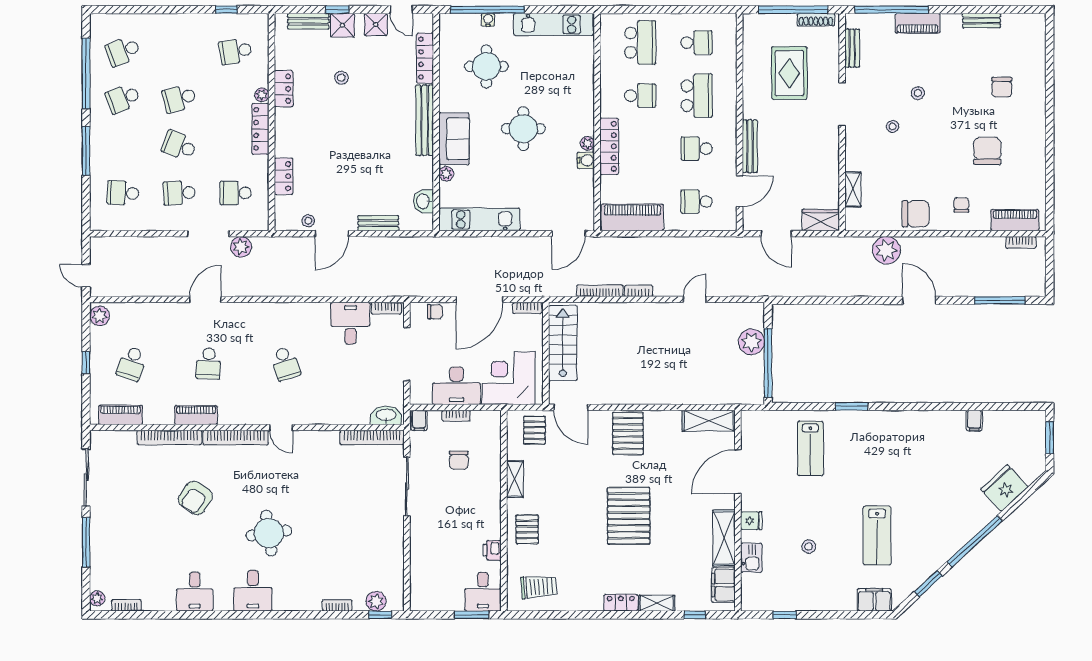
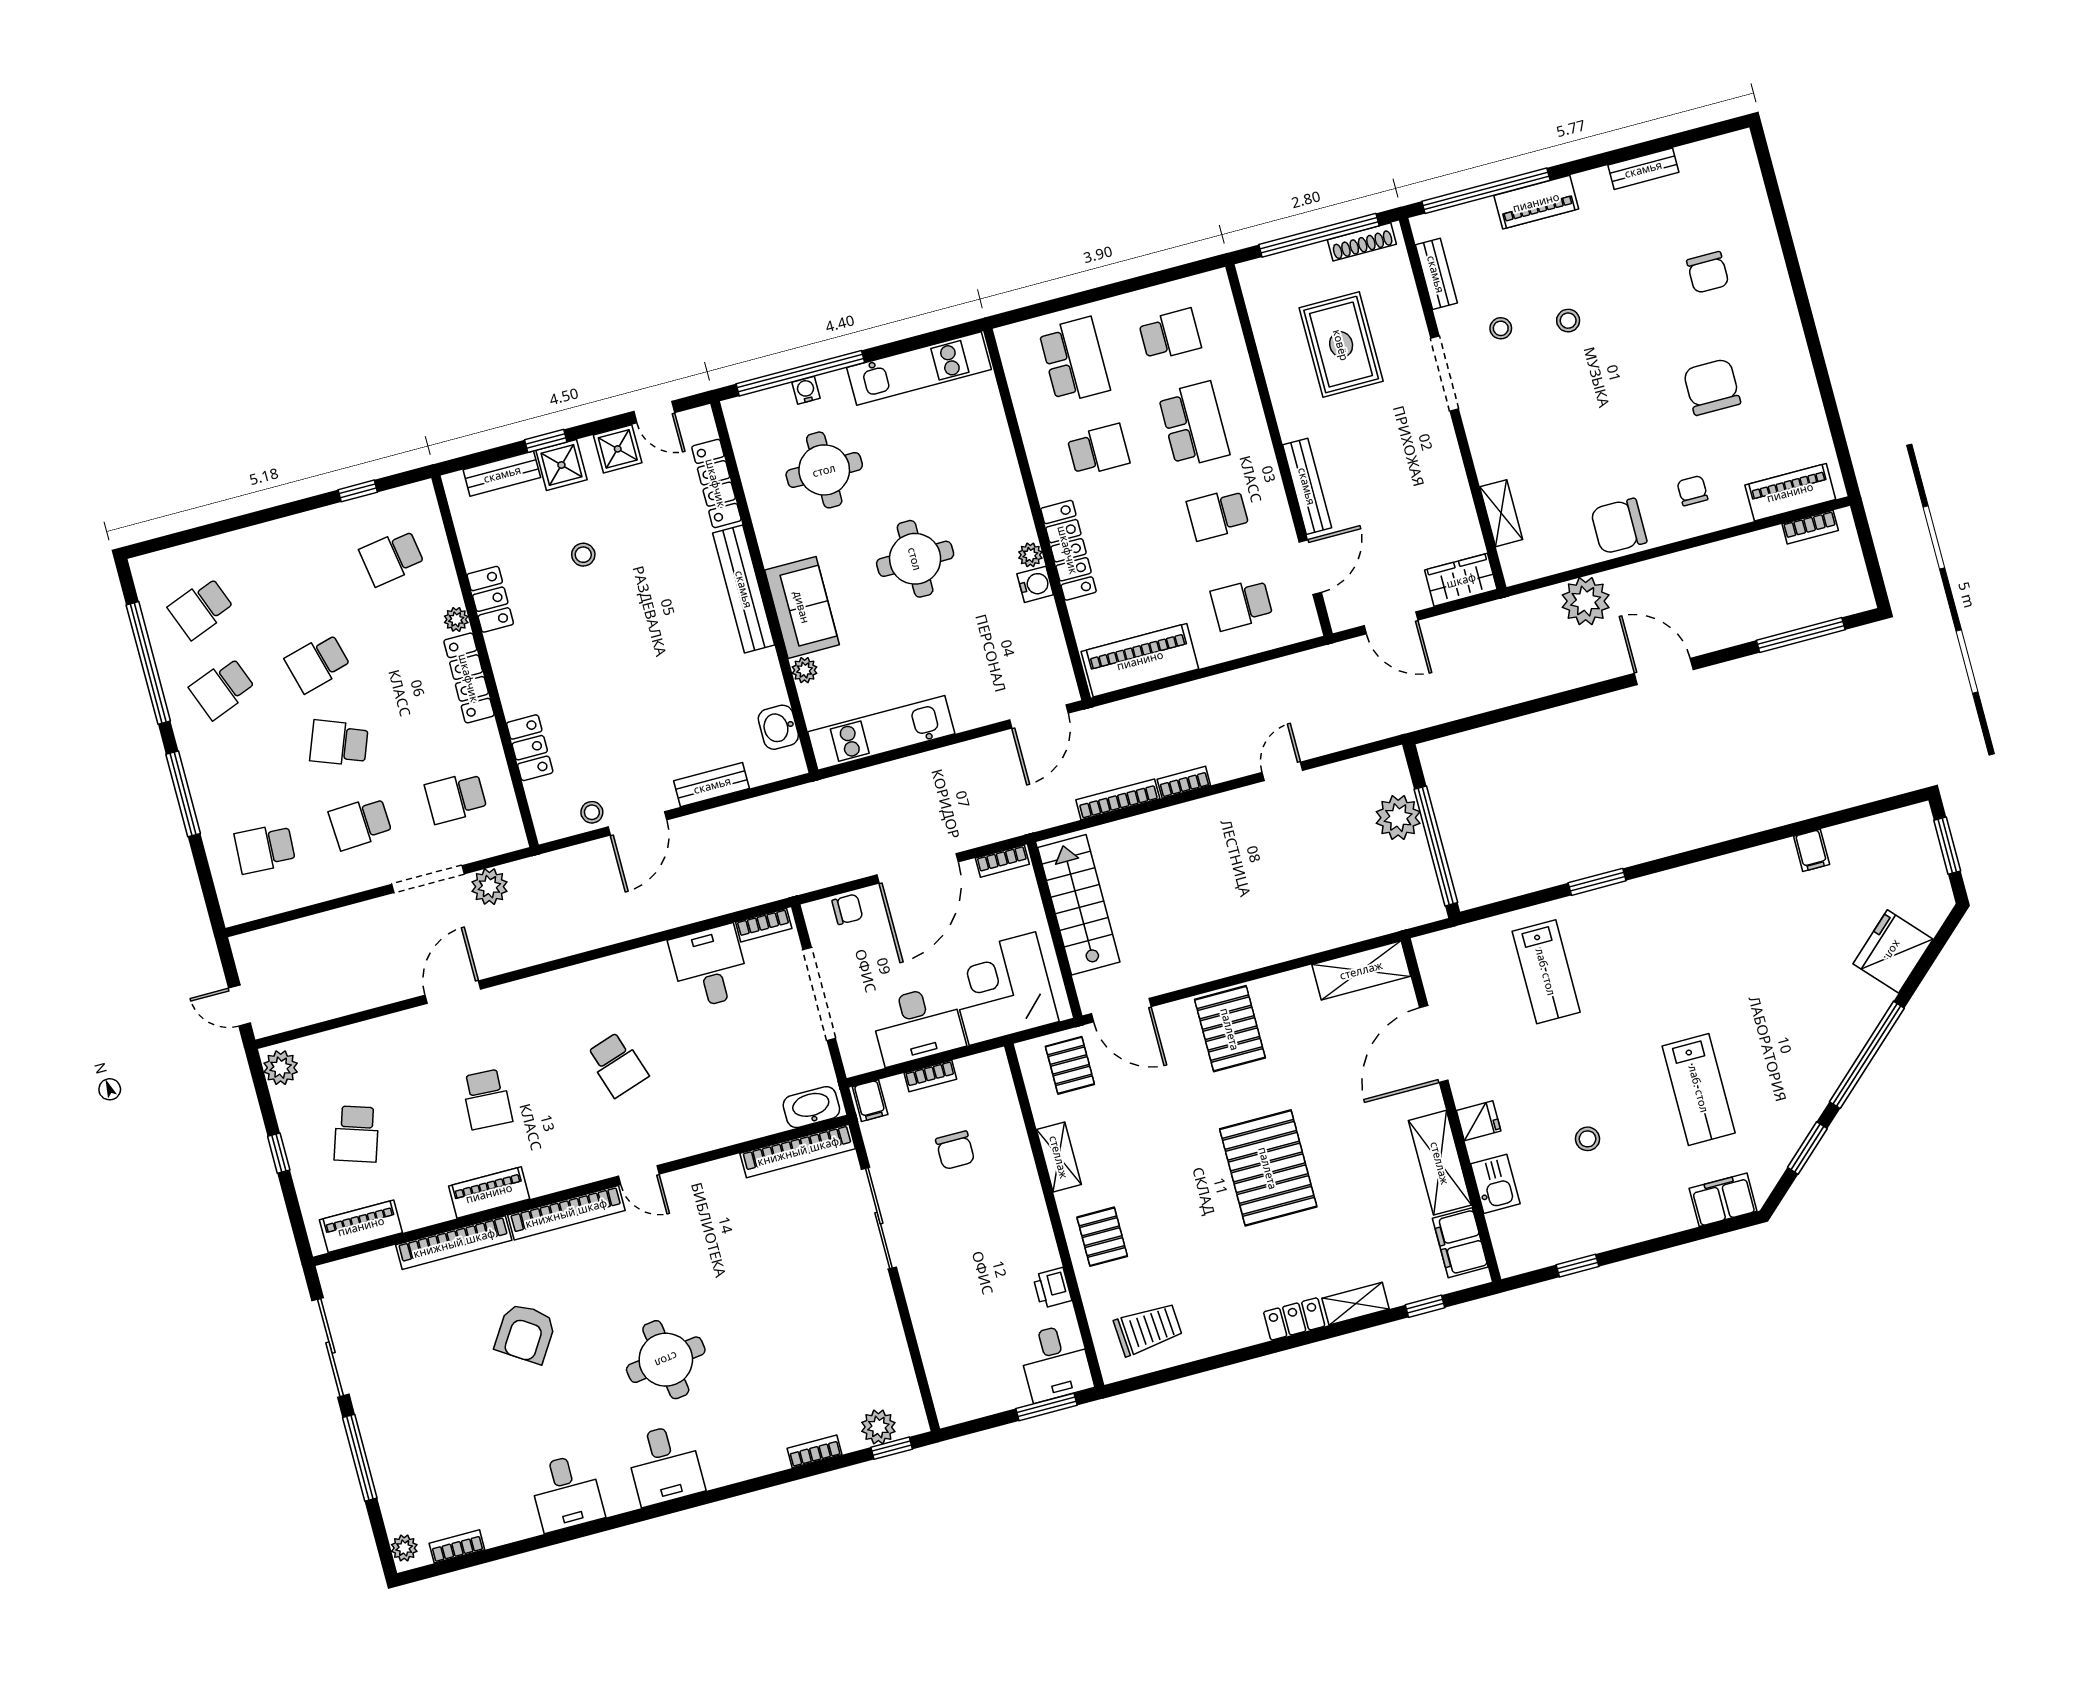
stool: (893, 126) -> (1501, 328), moved
chair: (916, 214) -> (1619, 526), turned 180

